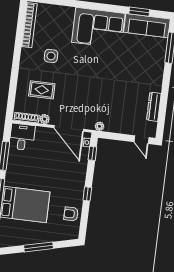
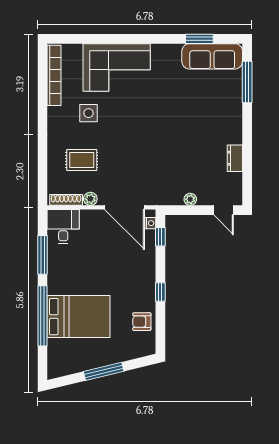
corner sofa: (98, 28) -> (117, 67), moved
dresser: (154, 107) -> (235, 158), width x0.70
plant: (100, 126) -> (190, 199), moved

